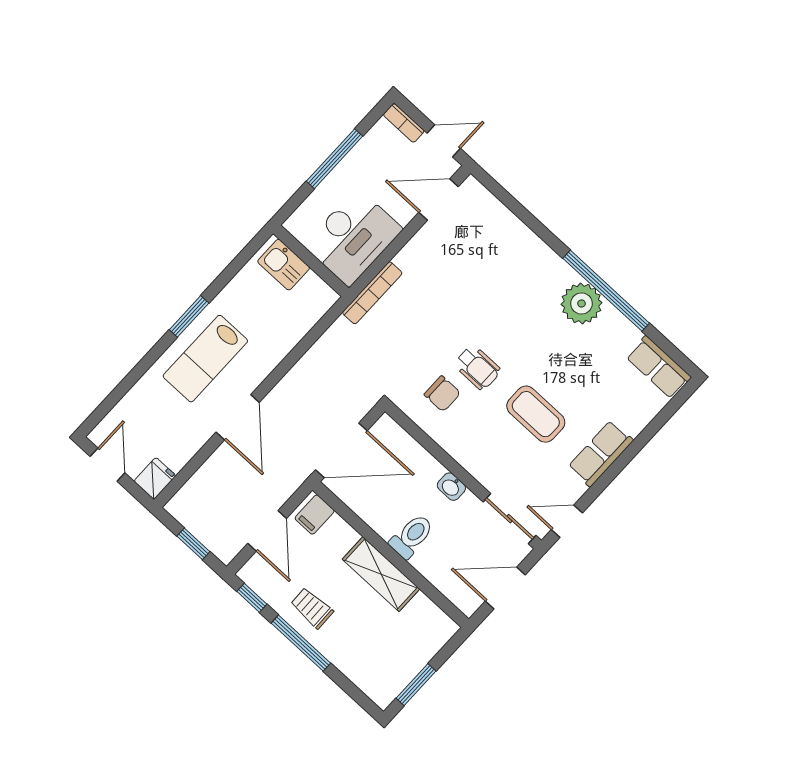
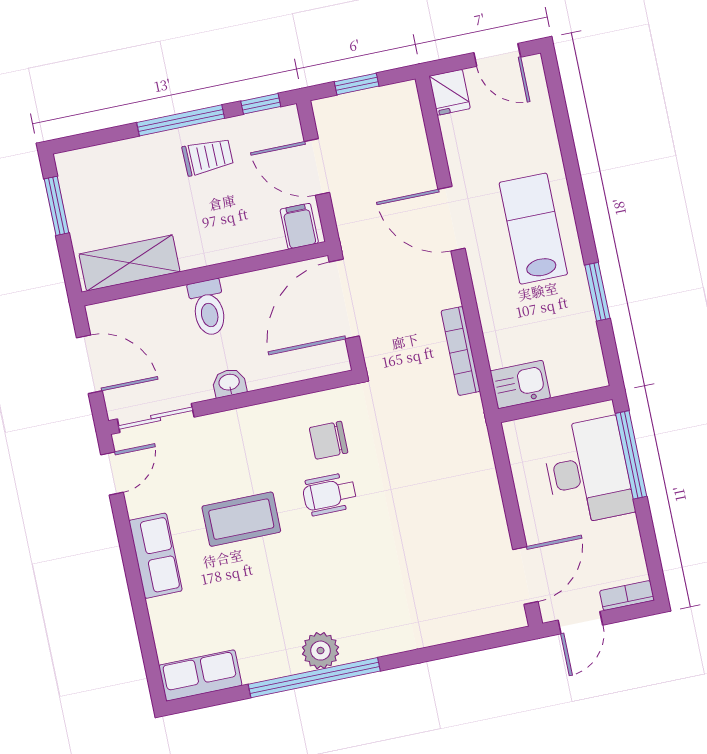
window: (335, 159) -> (631, 455), moved
desk: (353, 237) -> (588, 471), moved, turned 180
kitchen sink: (284, 265) -> (520, 385), moved
bookcase: (372, 293) -> (461, 351), moved
plant: (581, 304) -> (321, 651), width x0.73, depth x0.73
window: (189, 316) -> (597, 292), moved
shelving: (381, 574) -> (130, 263), moved
door: (505, 588) -> (89, 364), hinge flipped

